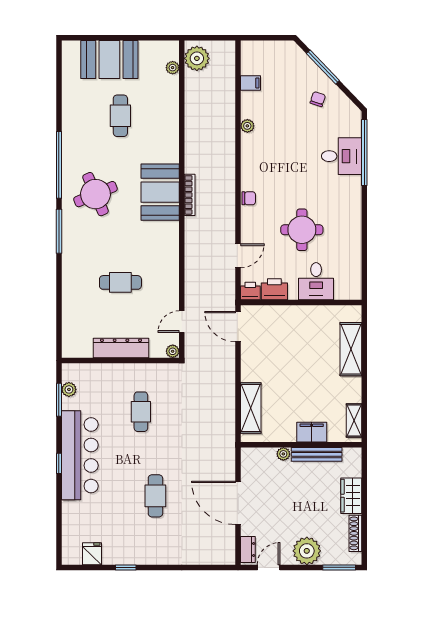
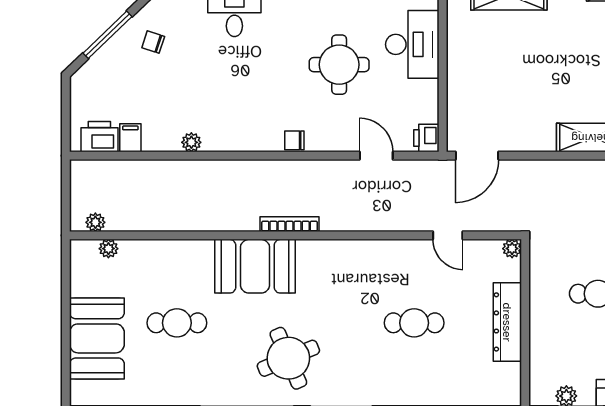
plant: (197, 58) -> (95, 222), width x0.53, depth x0.53
booth: (160, 192) -> (255, 266), moved
chair: (249, 198) -> (294, 140), turned -90
desk: (316, 281) -> (412, 44), width x1.37
cafe table: (120, 282) -> (414, 323), turned 90
printer: (274, 289) -> (99, 137), moved, turned 90
door: (182, 322) -> (448, 235), moved

